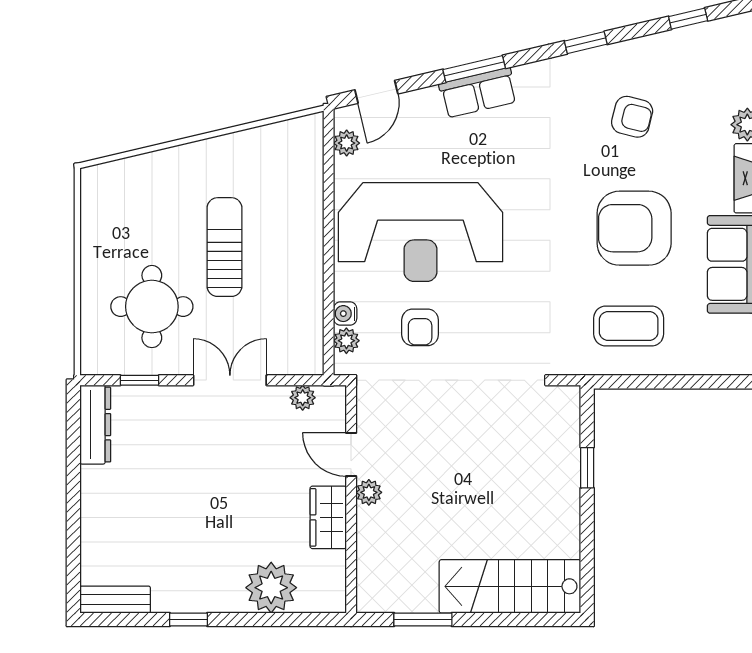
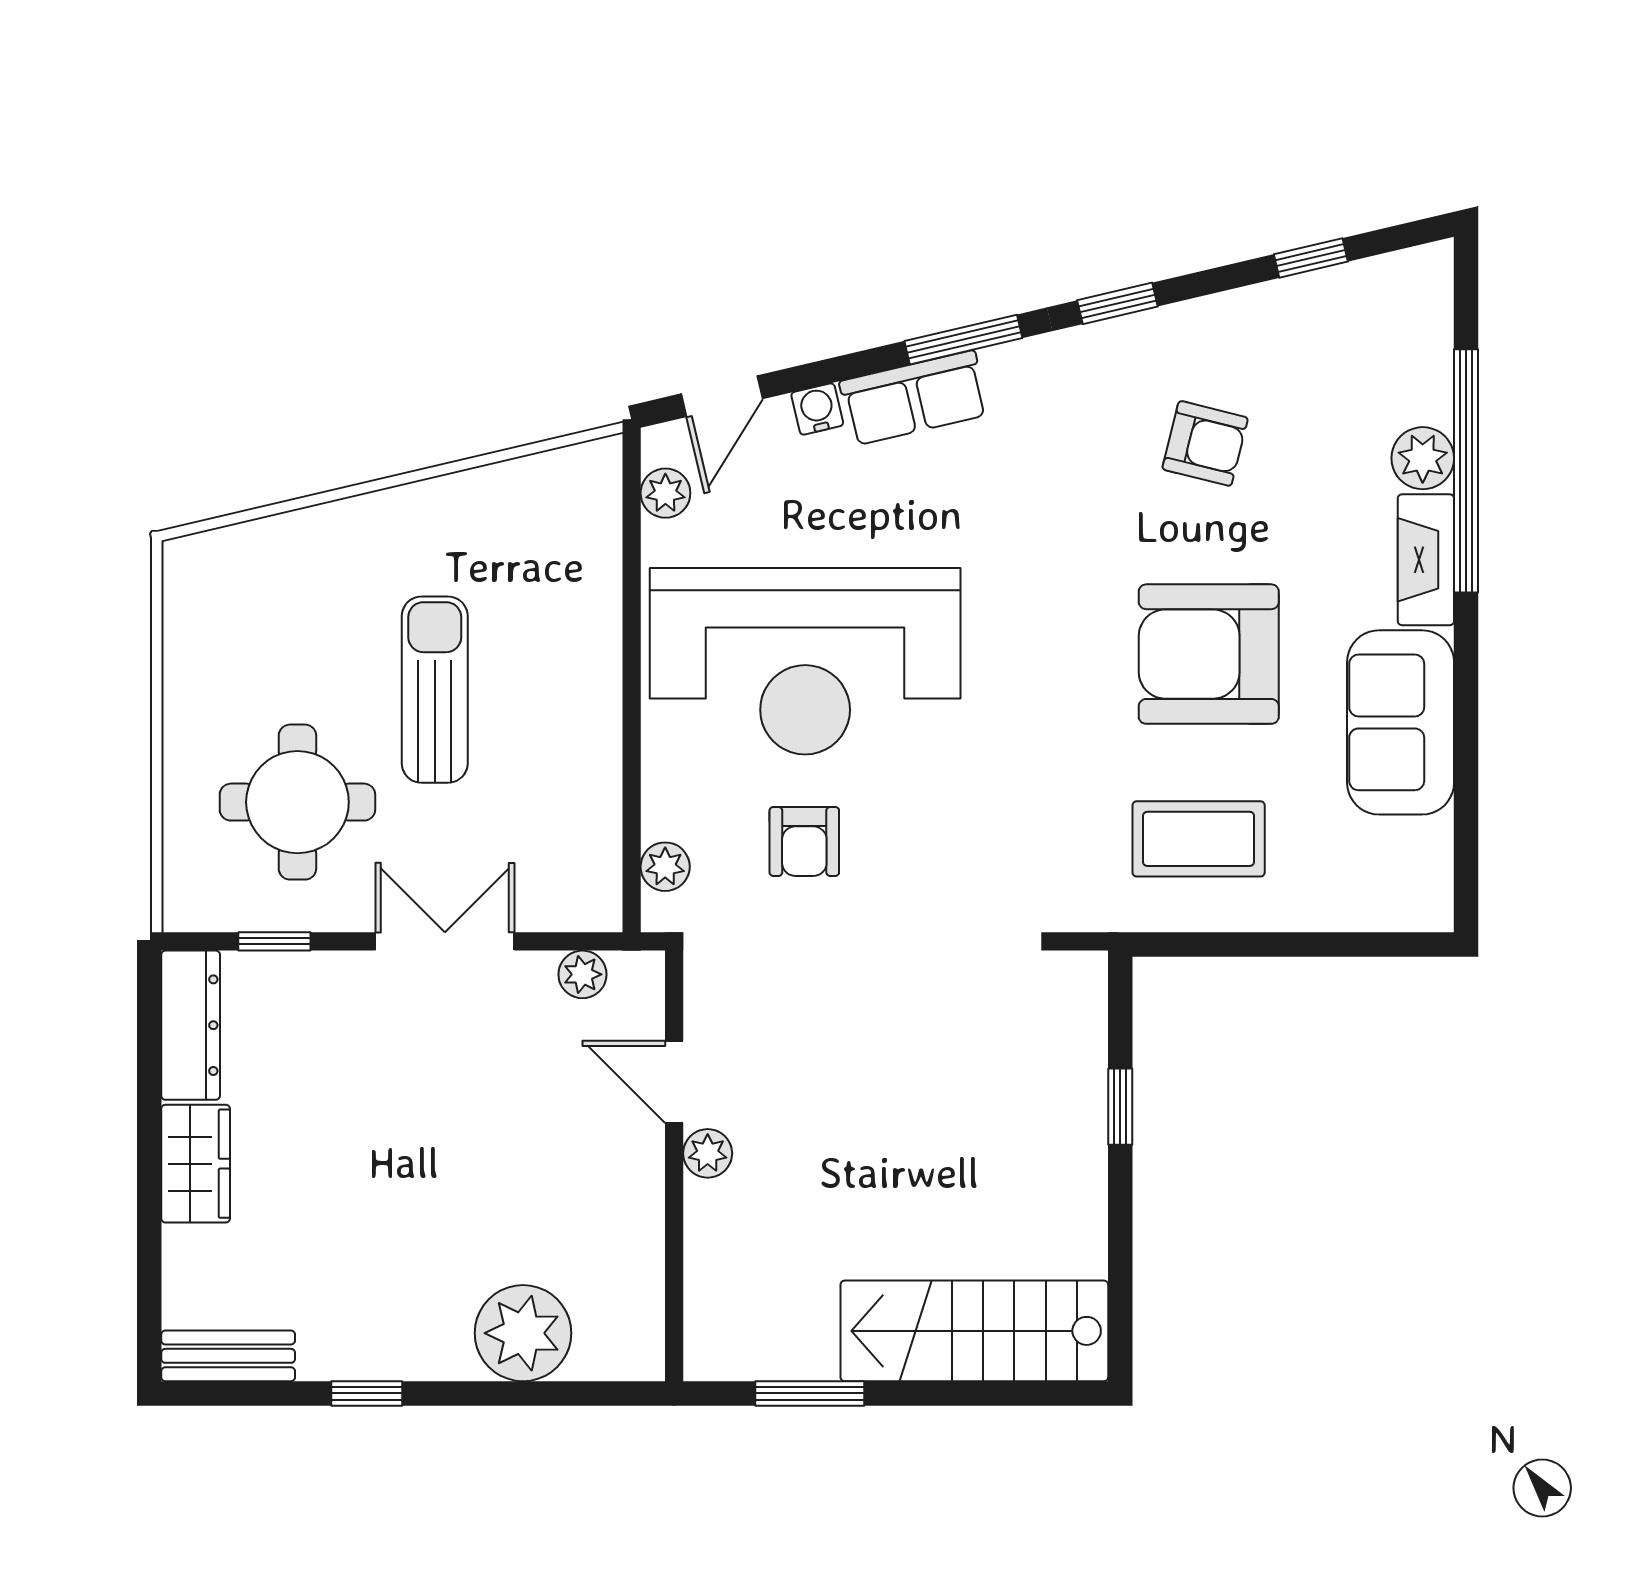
window: (474, 69) -> (963, 340), moved
water cooler: (345, 314) -> (817, 409), moved, turned 77
wardrobe: (328, 517) -> (196, 1164), moved, turned 180

